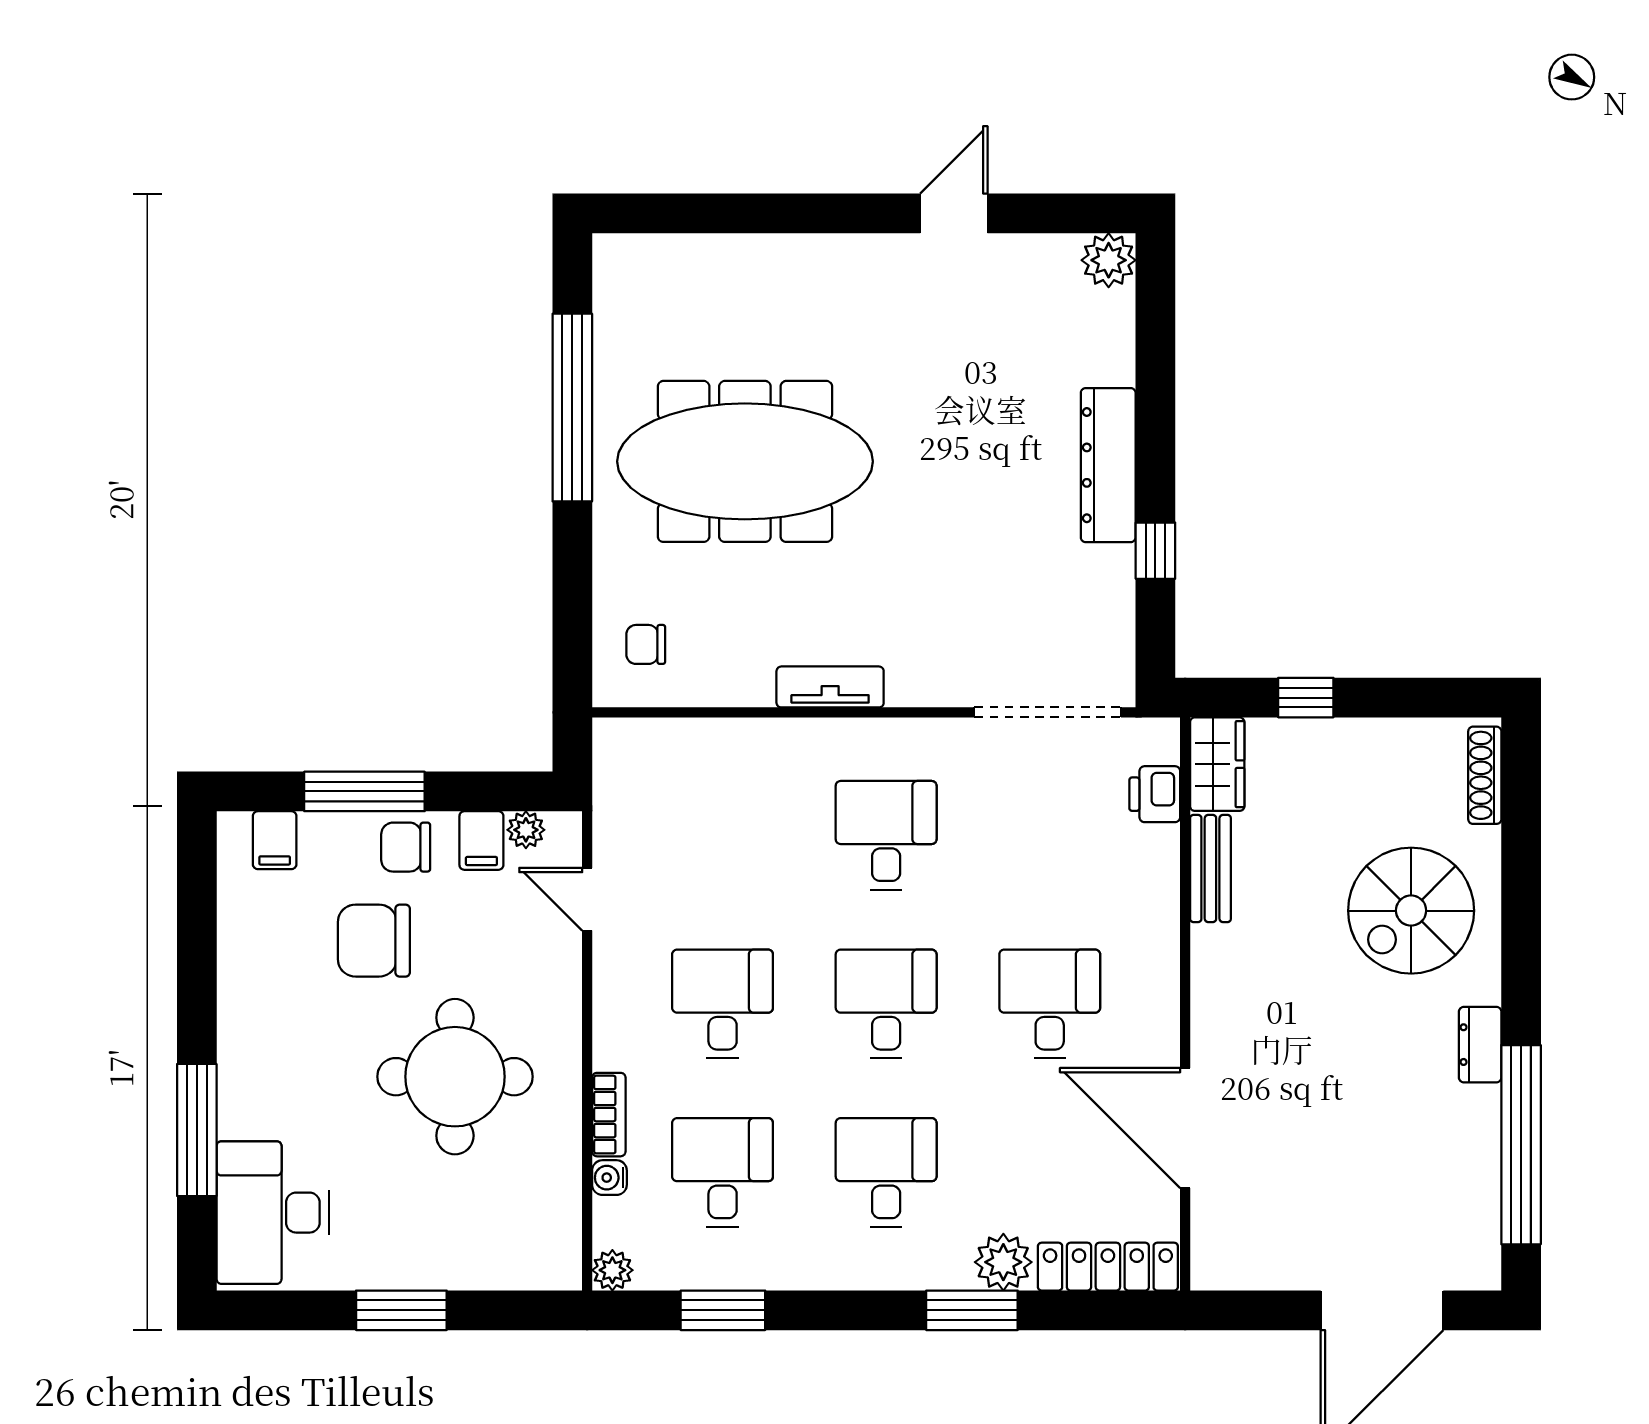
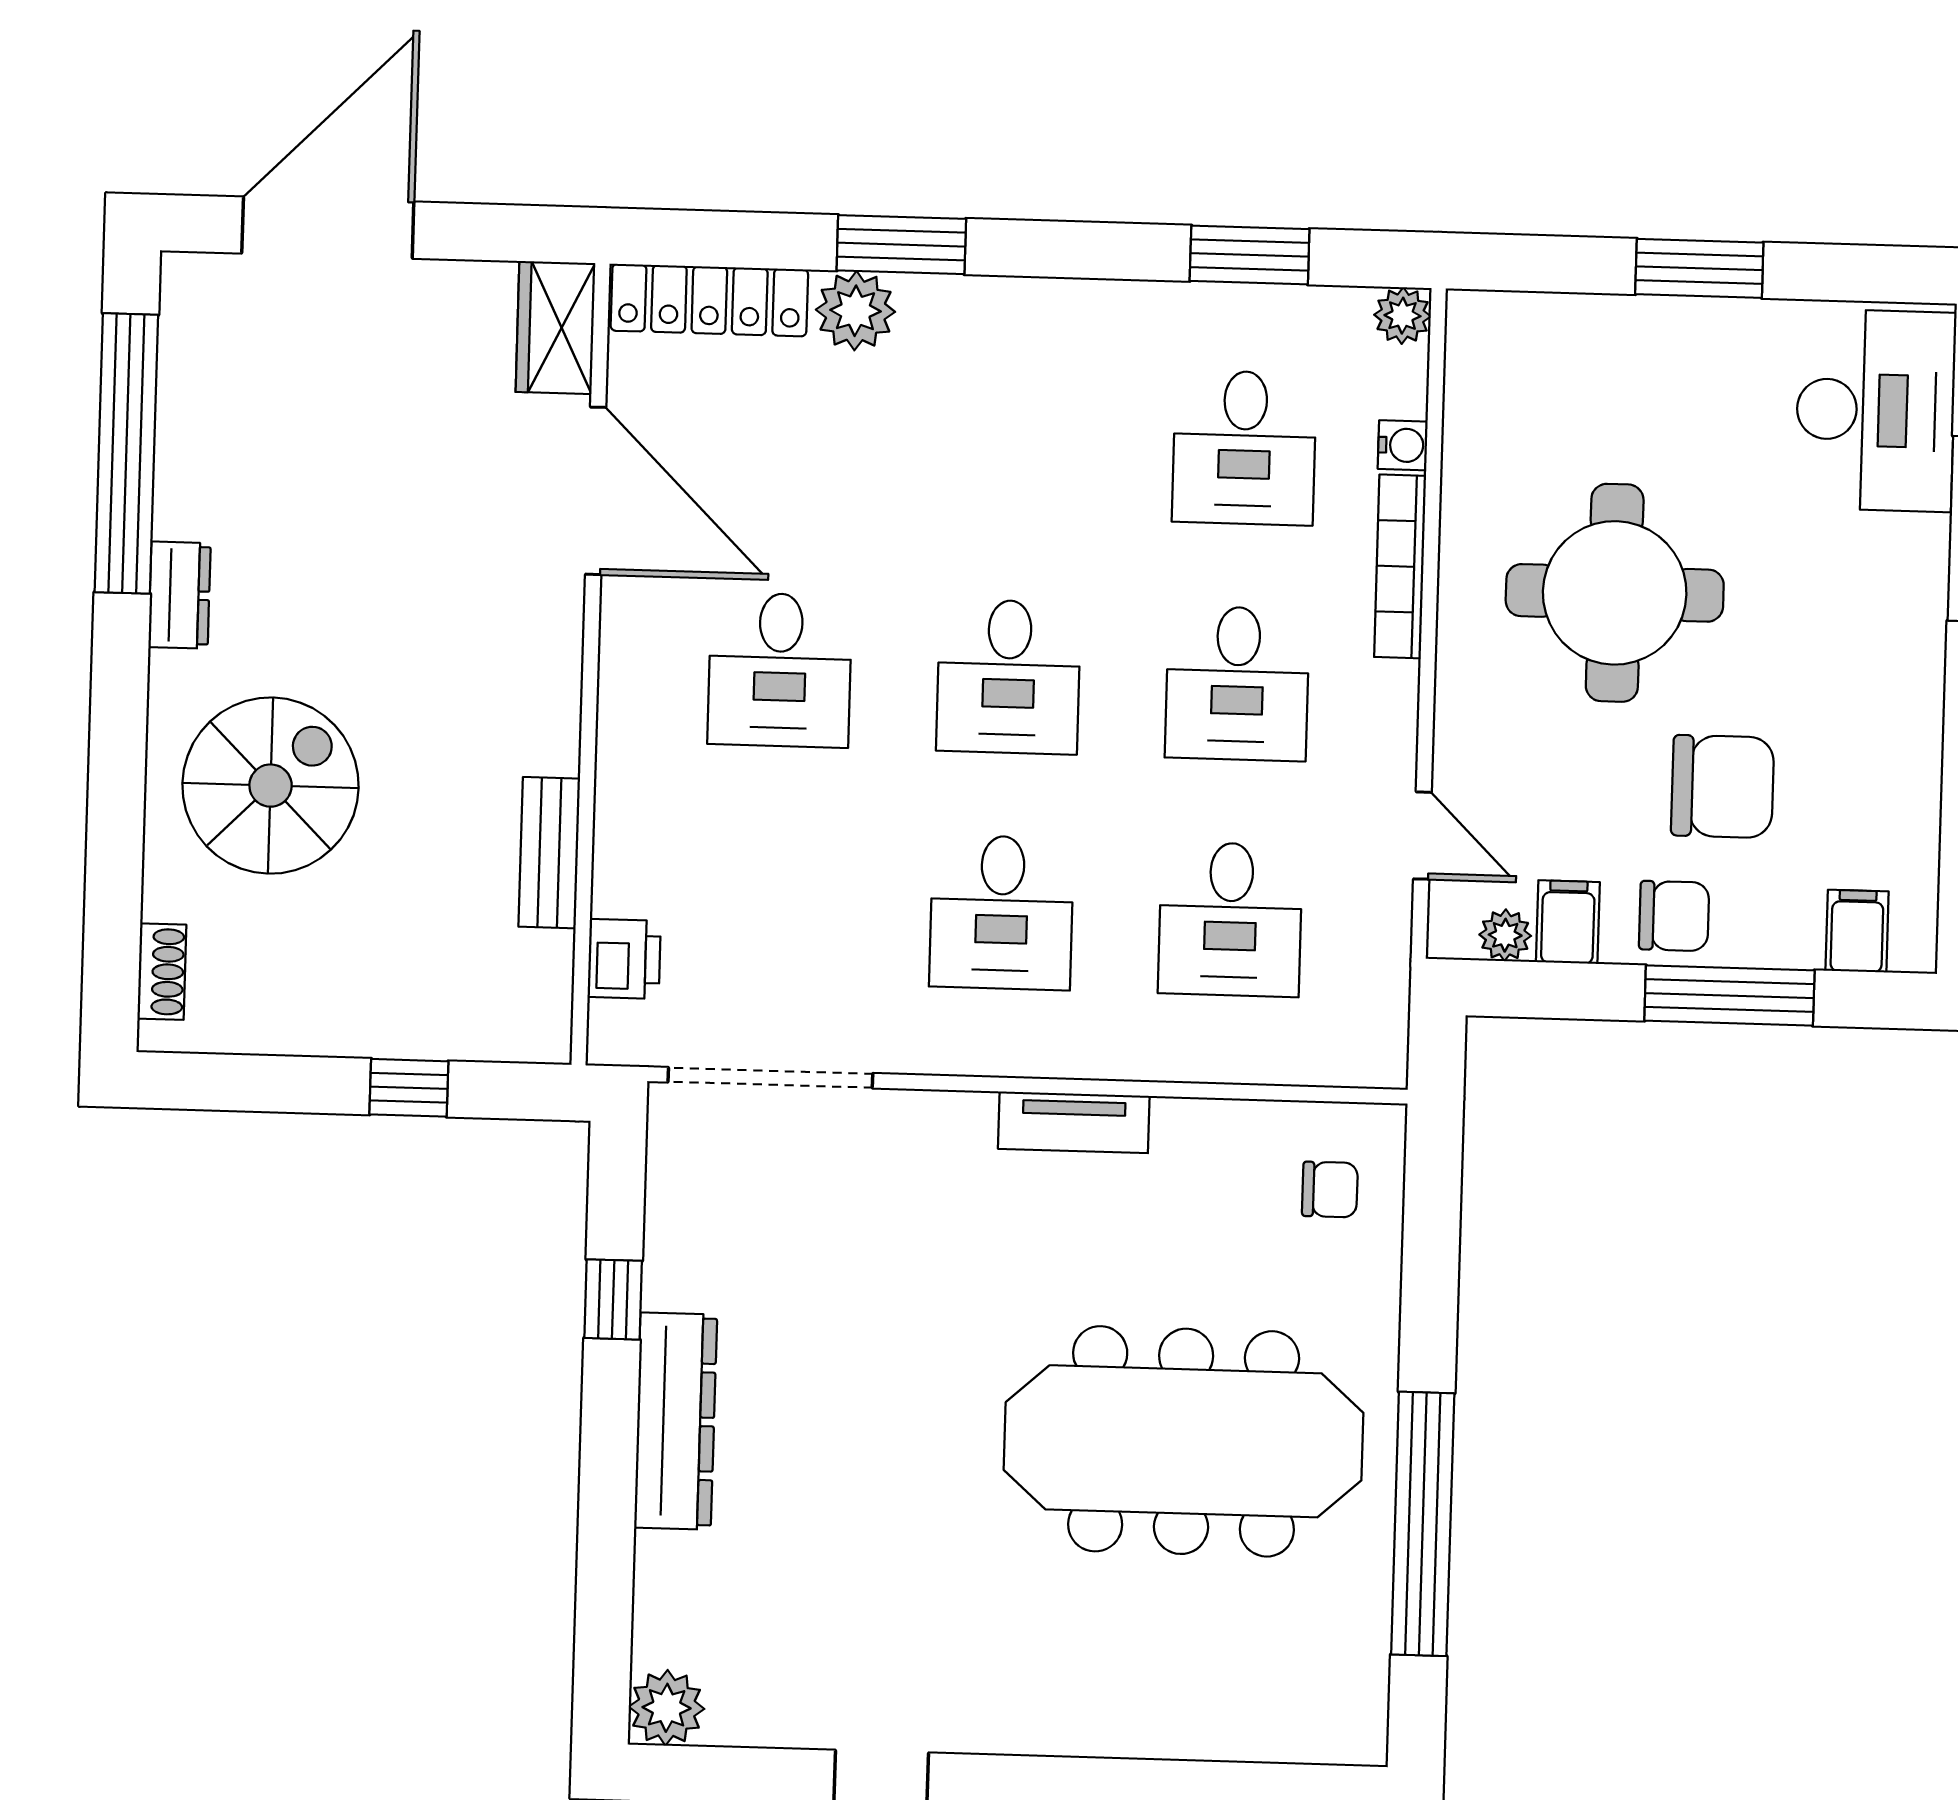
wardrobe: (1217, 764) -> (556, 328), moved
shoe rack: (1485, 775) -> (162, 972), width x0.70
bookcase: (609, 1115) -> (1400, 566), width x1.56
desk: (886, 1173) -> (1230, 919), moved

